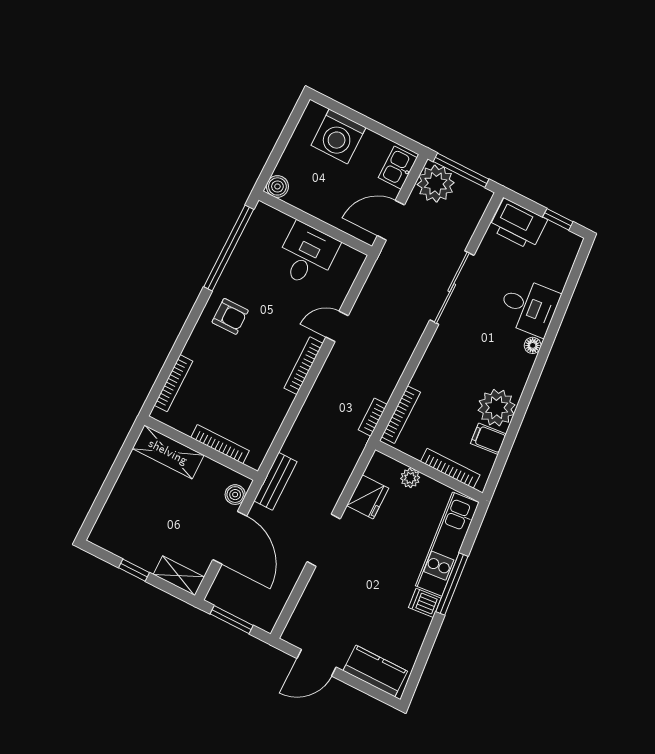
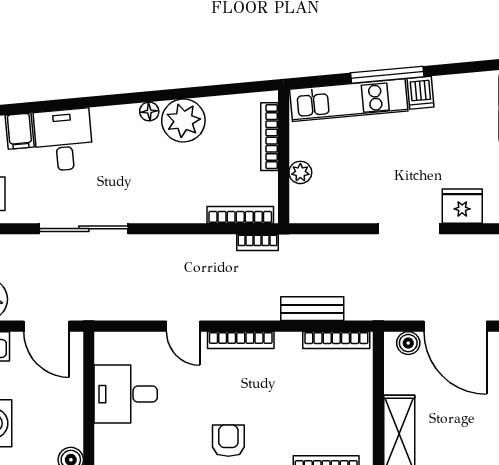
floor lamp: (533, 345) -> (149, 111), moved
filing cabinet: (488, 439) -> (20, 131), moved
bookcase: (220, 444) -> (336, 340), moved, turned -90
bench: (275, 481) -> (312, 309), moved
fridge: (368, 497) -> (462, 206), moved
door: (230, 538) -> (455, 326), swing flipped

